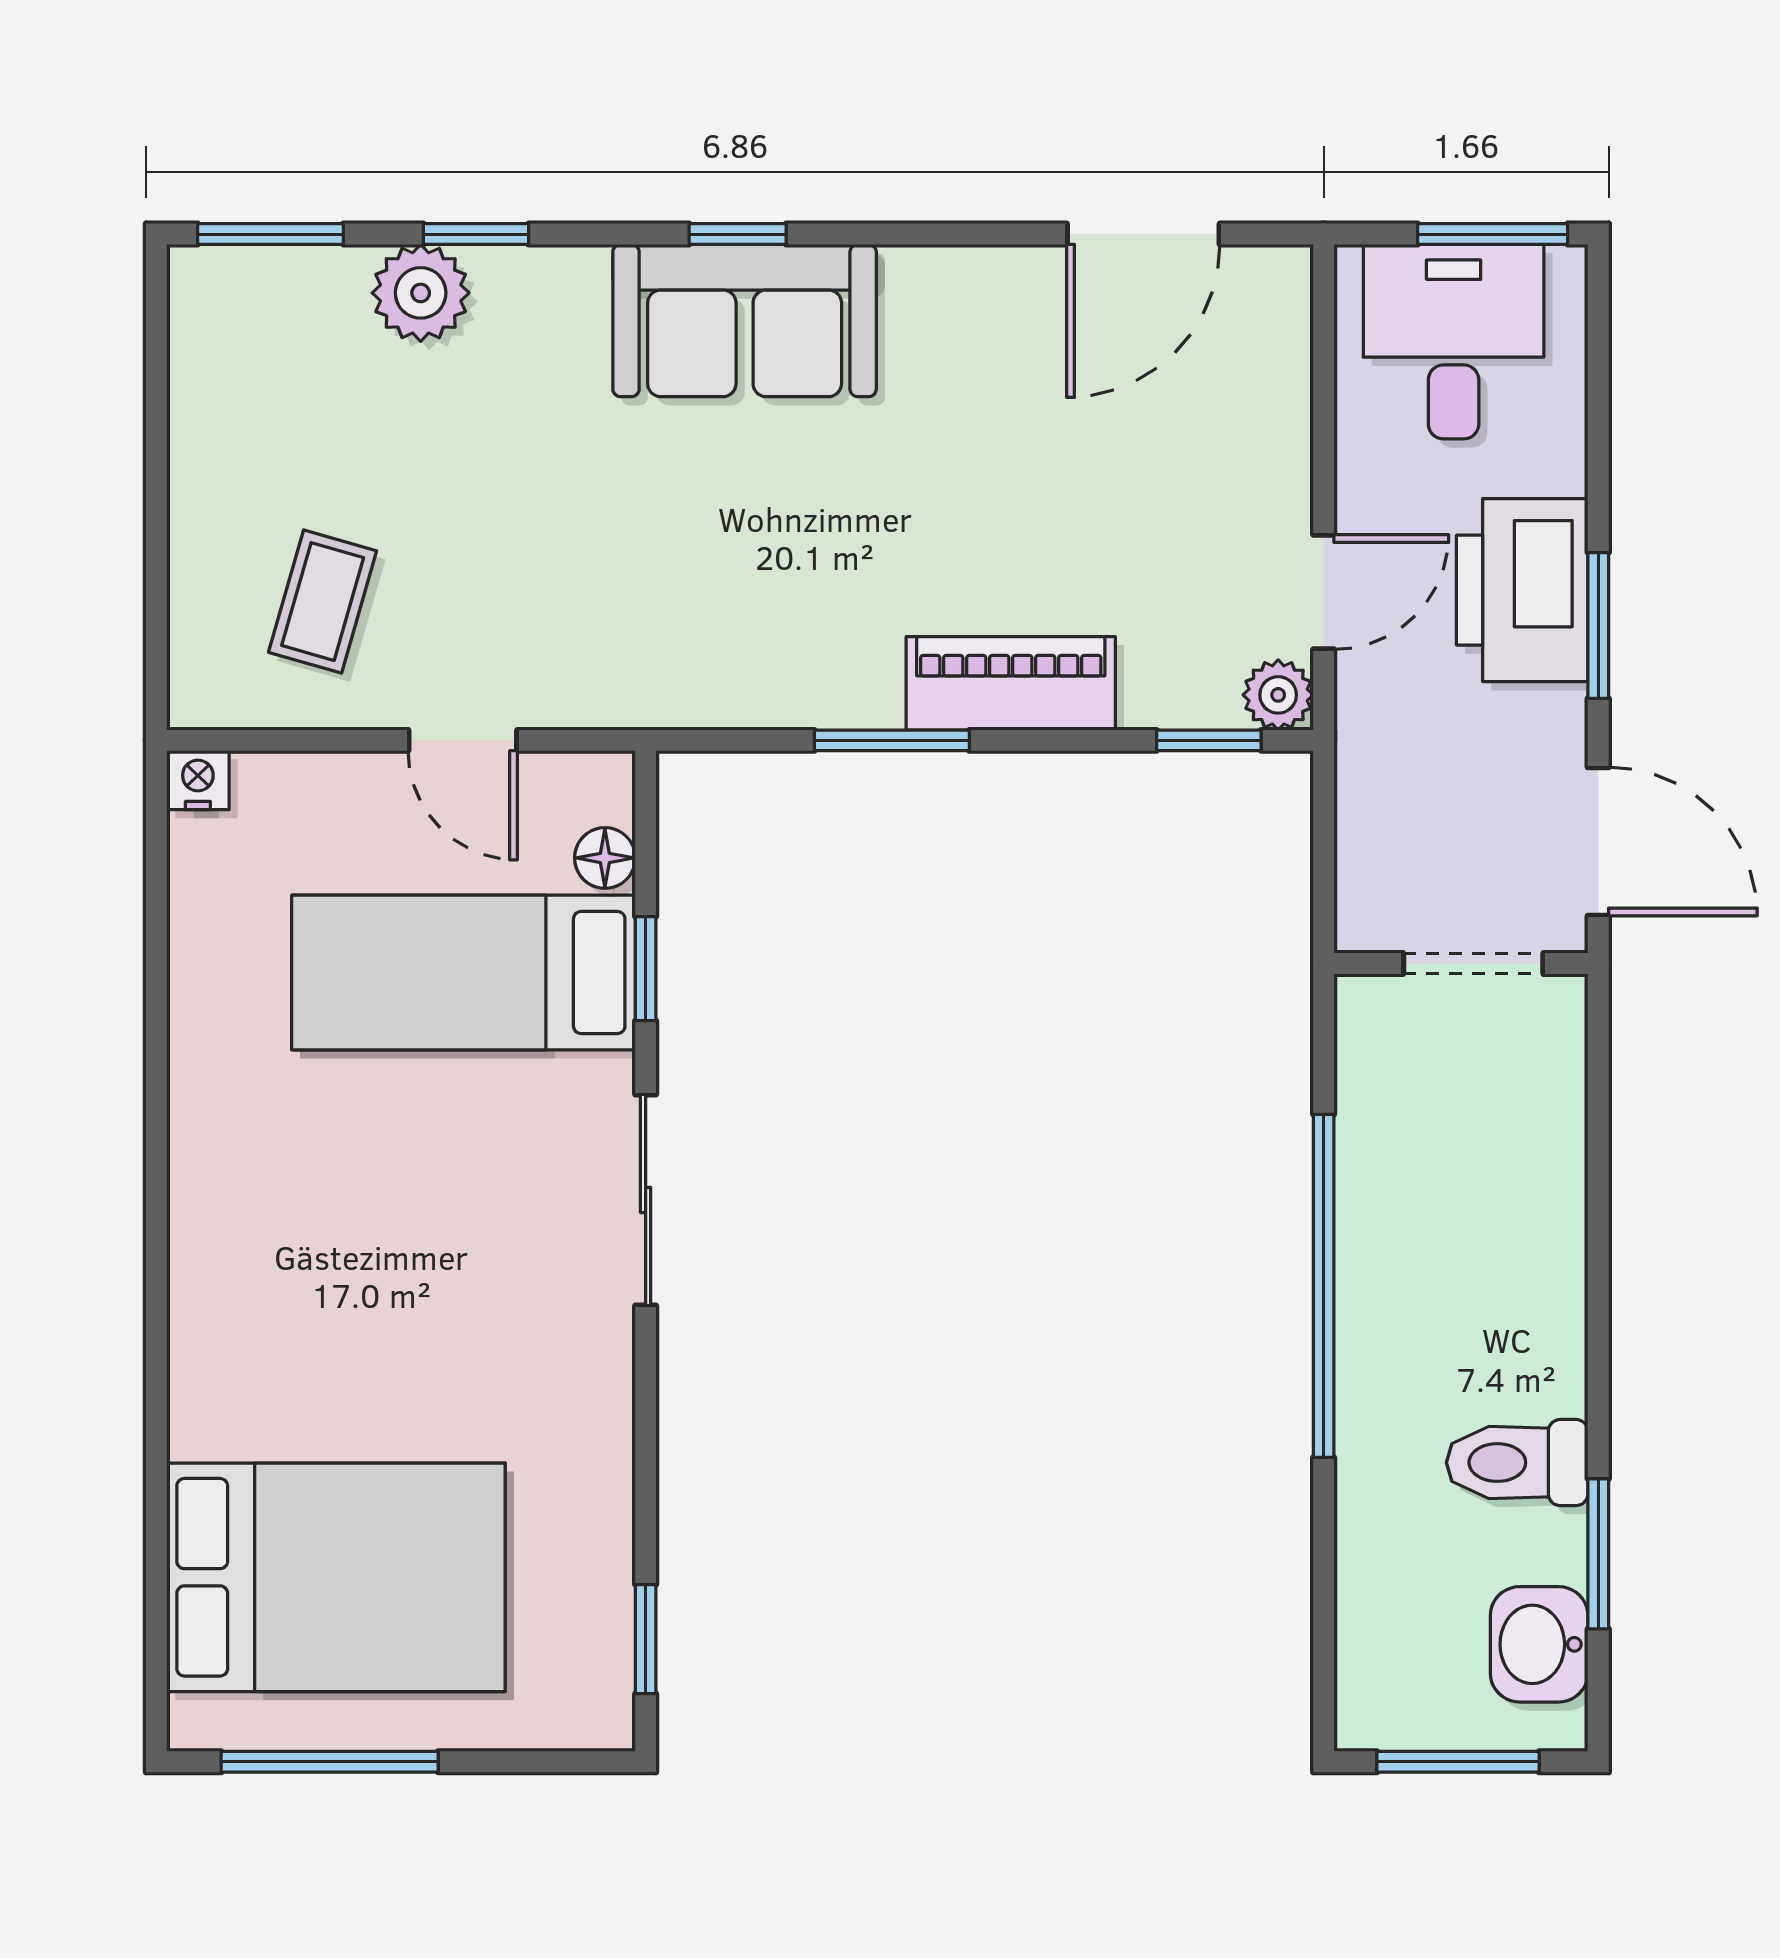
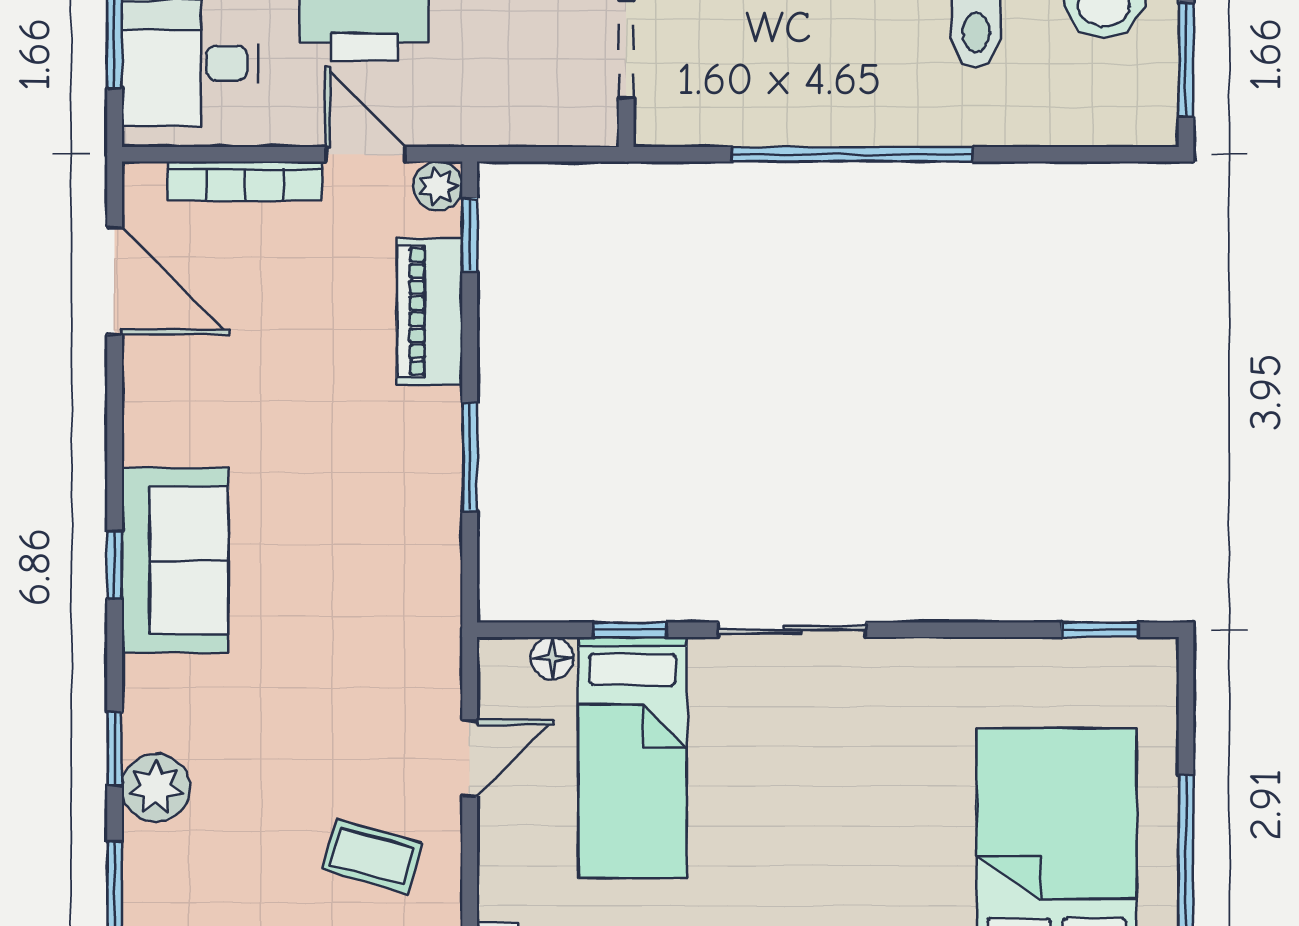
bookcase: (1285, 420) -> (245, 181), added
piano: (1011, 683) -> (430, 311), moved

